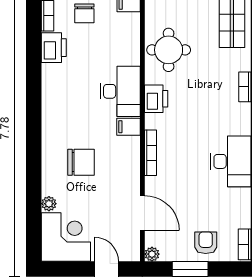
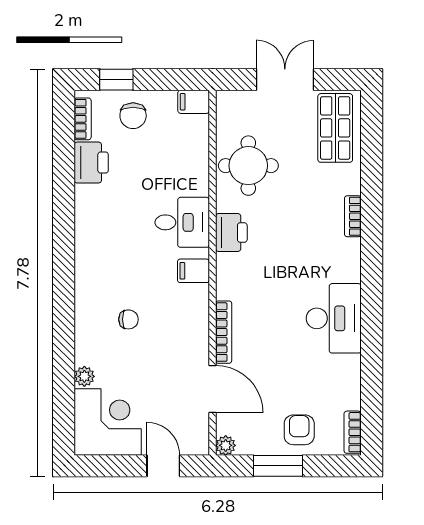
desk: (120, 91) -> (182, 222), width x0.73
bookcase: (150, 153) -> (224, 332), moved
chair: (81, 162) -> (128, 319), width x0.54, depth x0.54

